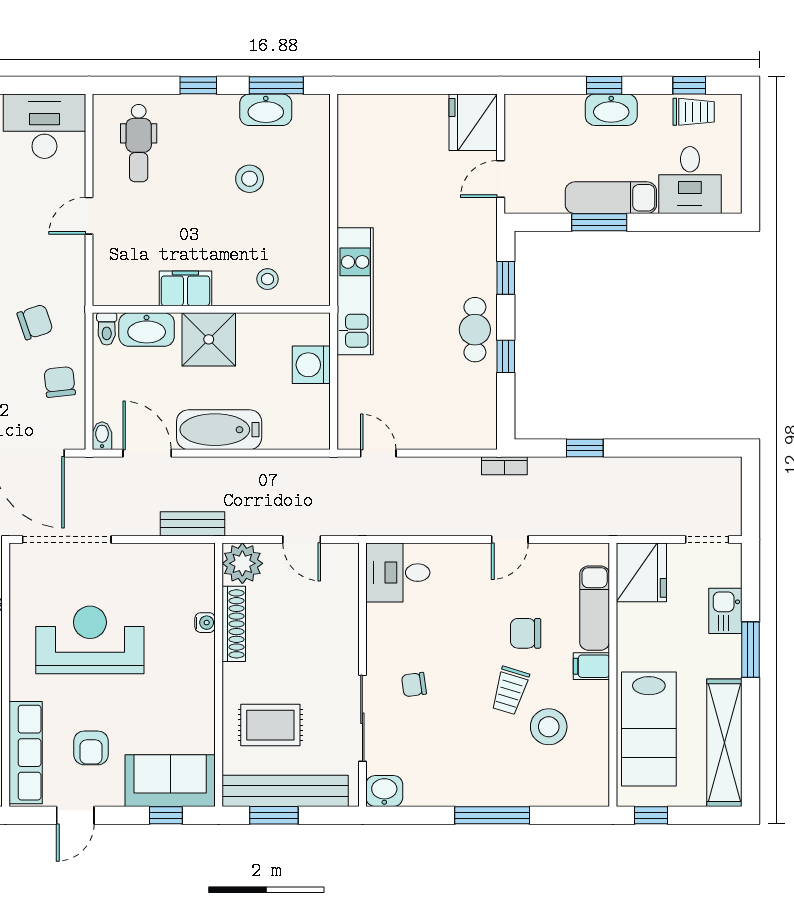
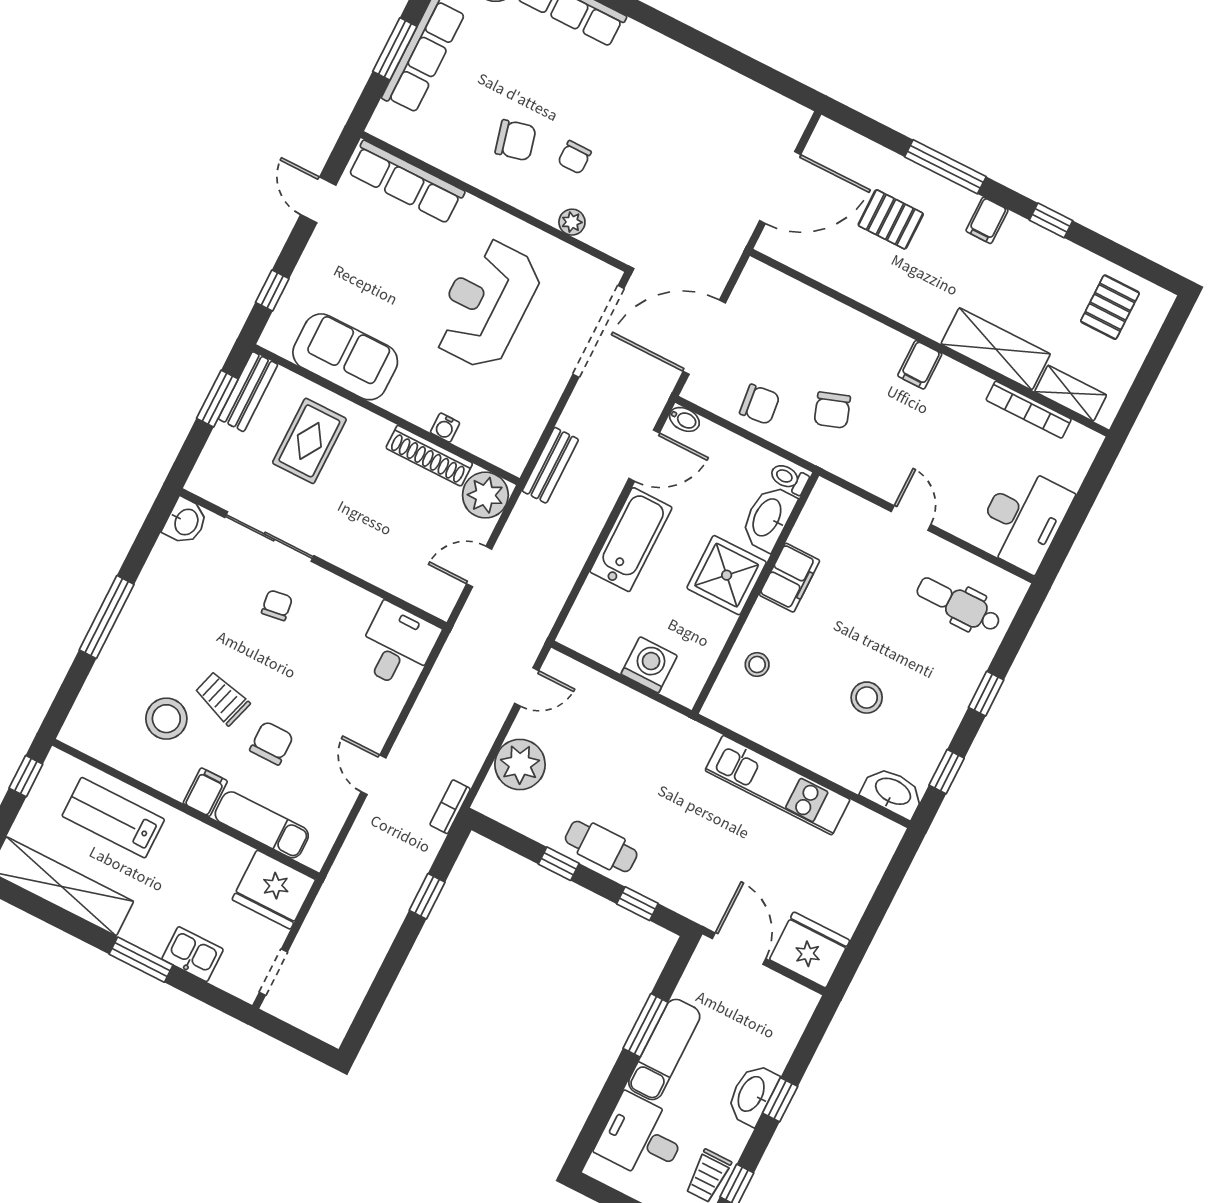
window: (276, 85) -> (947, 772), width x0.67
washbasin: (266, 110) -> (893, 792), moved, turned 90
door: (501, 179) -> (739, 949), width x1.38
kitchen unit: (355, 291) -> (778, 785), moved
plant: (443, 427) -> (520, 764), added
reception desk: (90, 640) -> (486, 304), turned 180
lab bench: (649, 729) -> (113, 818), width x0.73, depth x0.72
armchair: (91, 748) -> (378, 250), removed
sofa: (170, 781) -> (345, 357), moved, turned -90
bench: (285, 791) -> (248, 392), width x0.54, depth x0.82

